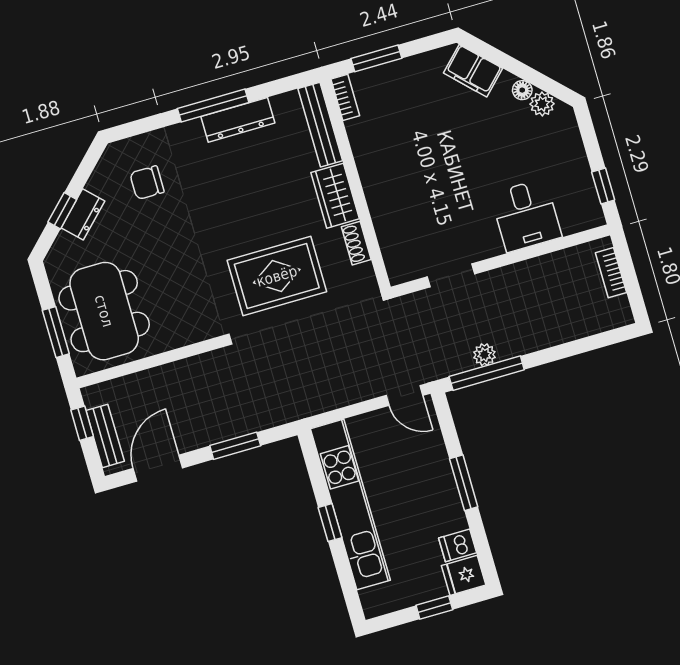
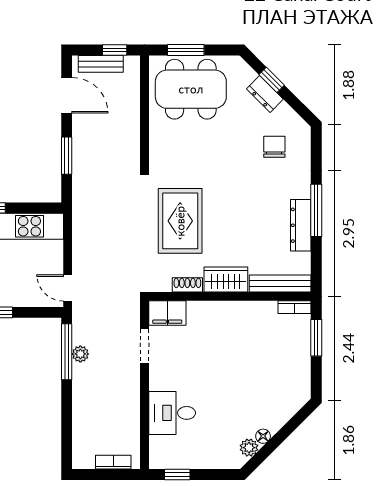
filing cabinet: (473, 71) -> (167, 313), moved, turned -135
door: (404, 395) -> (68, 288), hinge flipped

